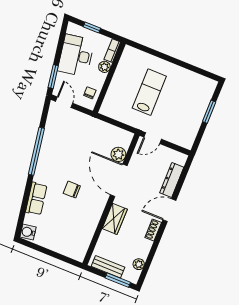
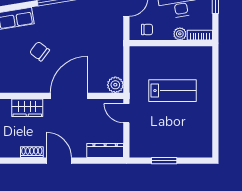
window: (209, 112) -> (164, 161), moved
plant: (118, 154) -> (115, 85), moved
dresser: (172, 180) -> (105, 150), moved
chair: (72, 190) -> (40, 51), turned -53

